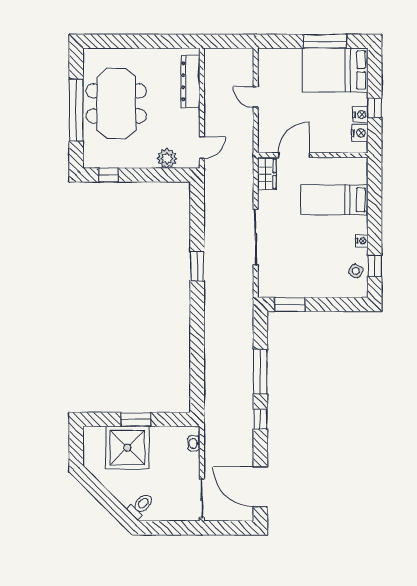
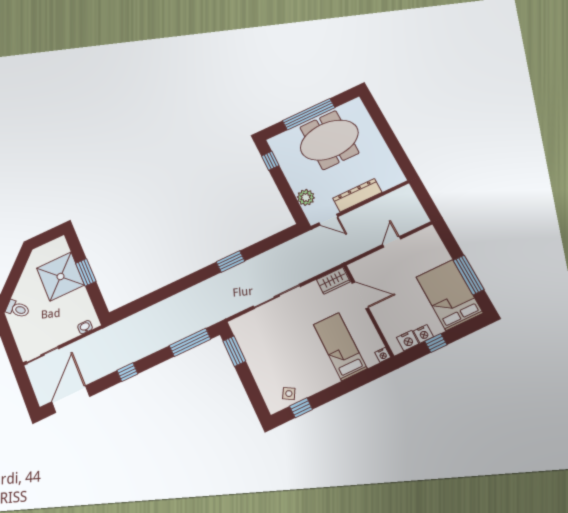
dresser: (191, 81) -> (357, 195), moved
nightstand: (362, 241) -> (383, 355), moved
window: (260, 372) -> (190, 342), moved

